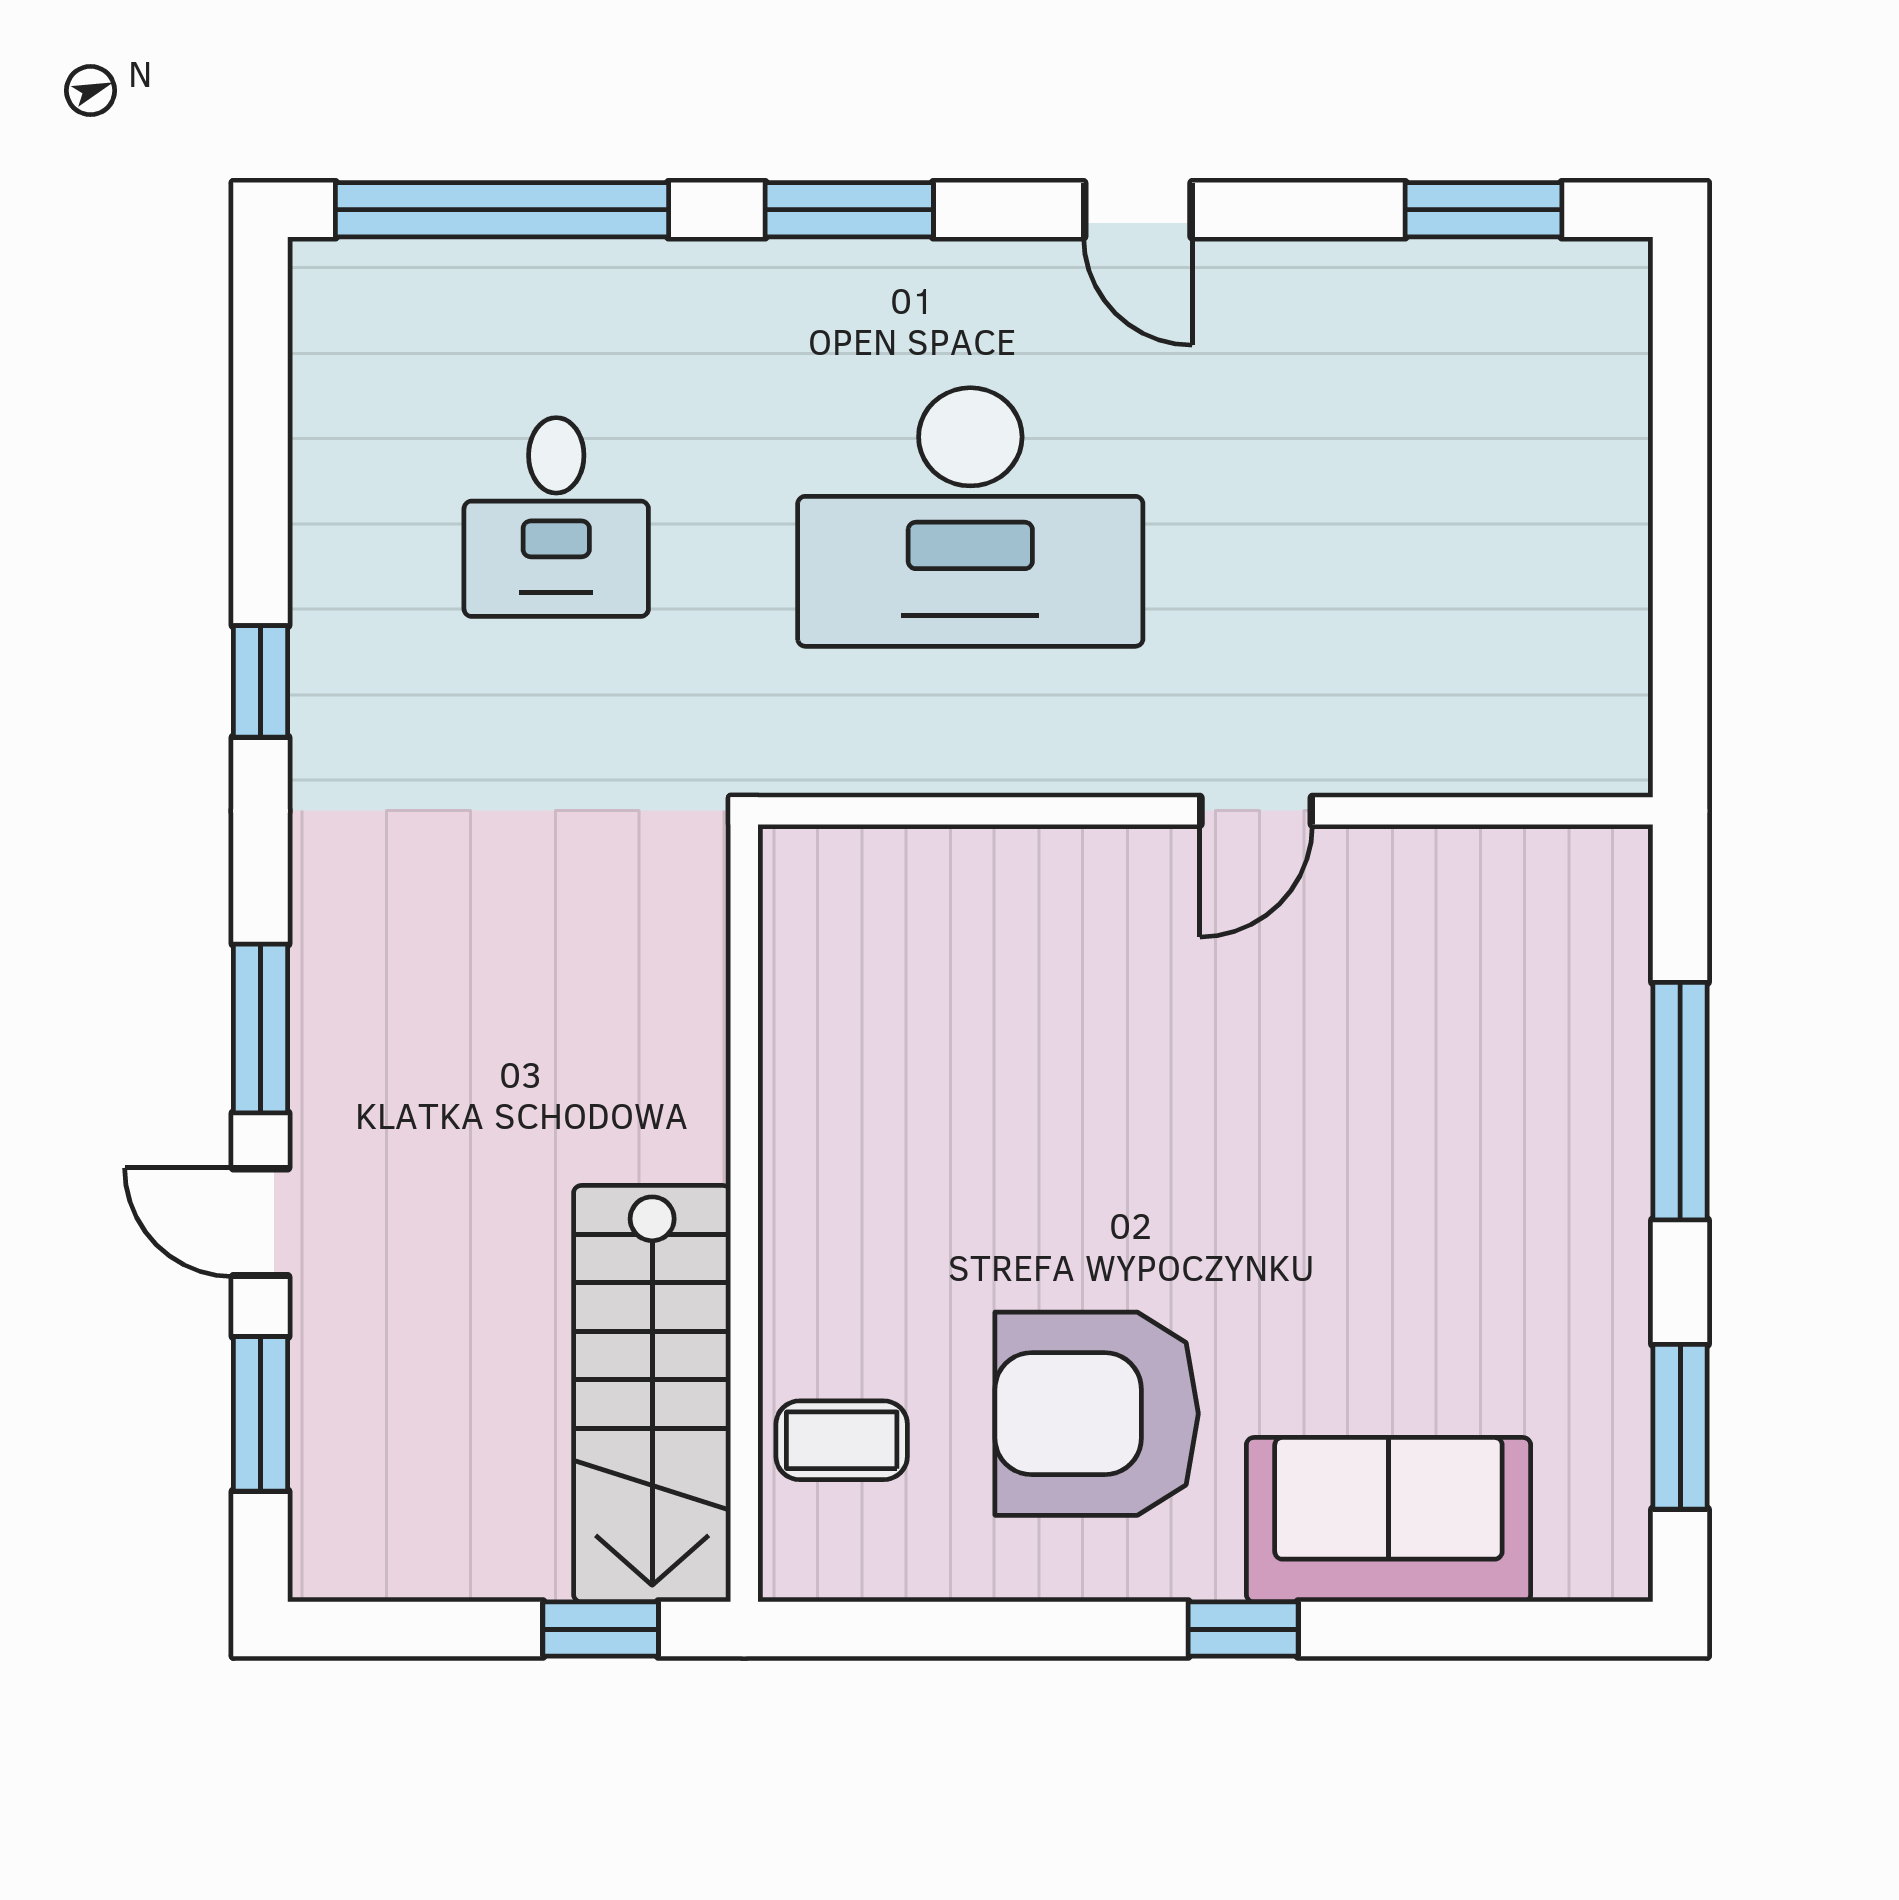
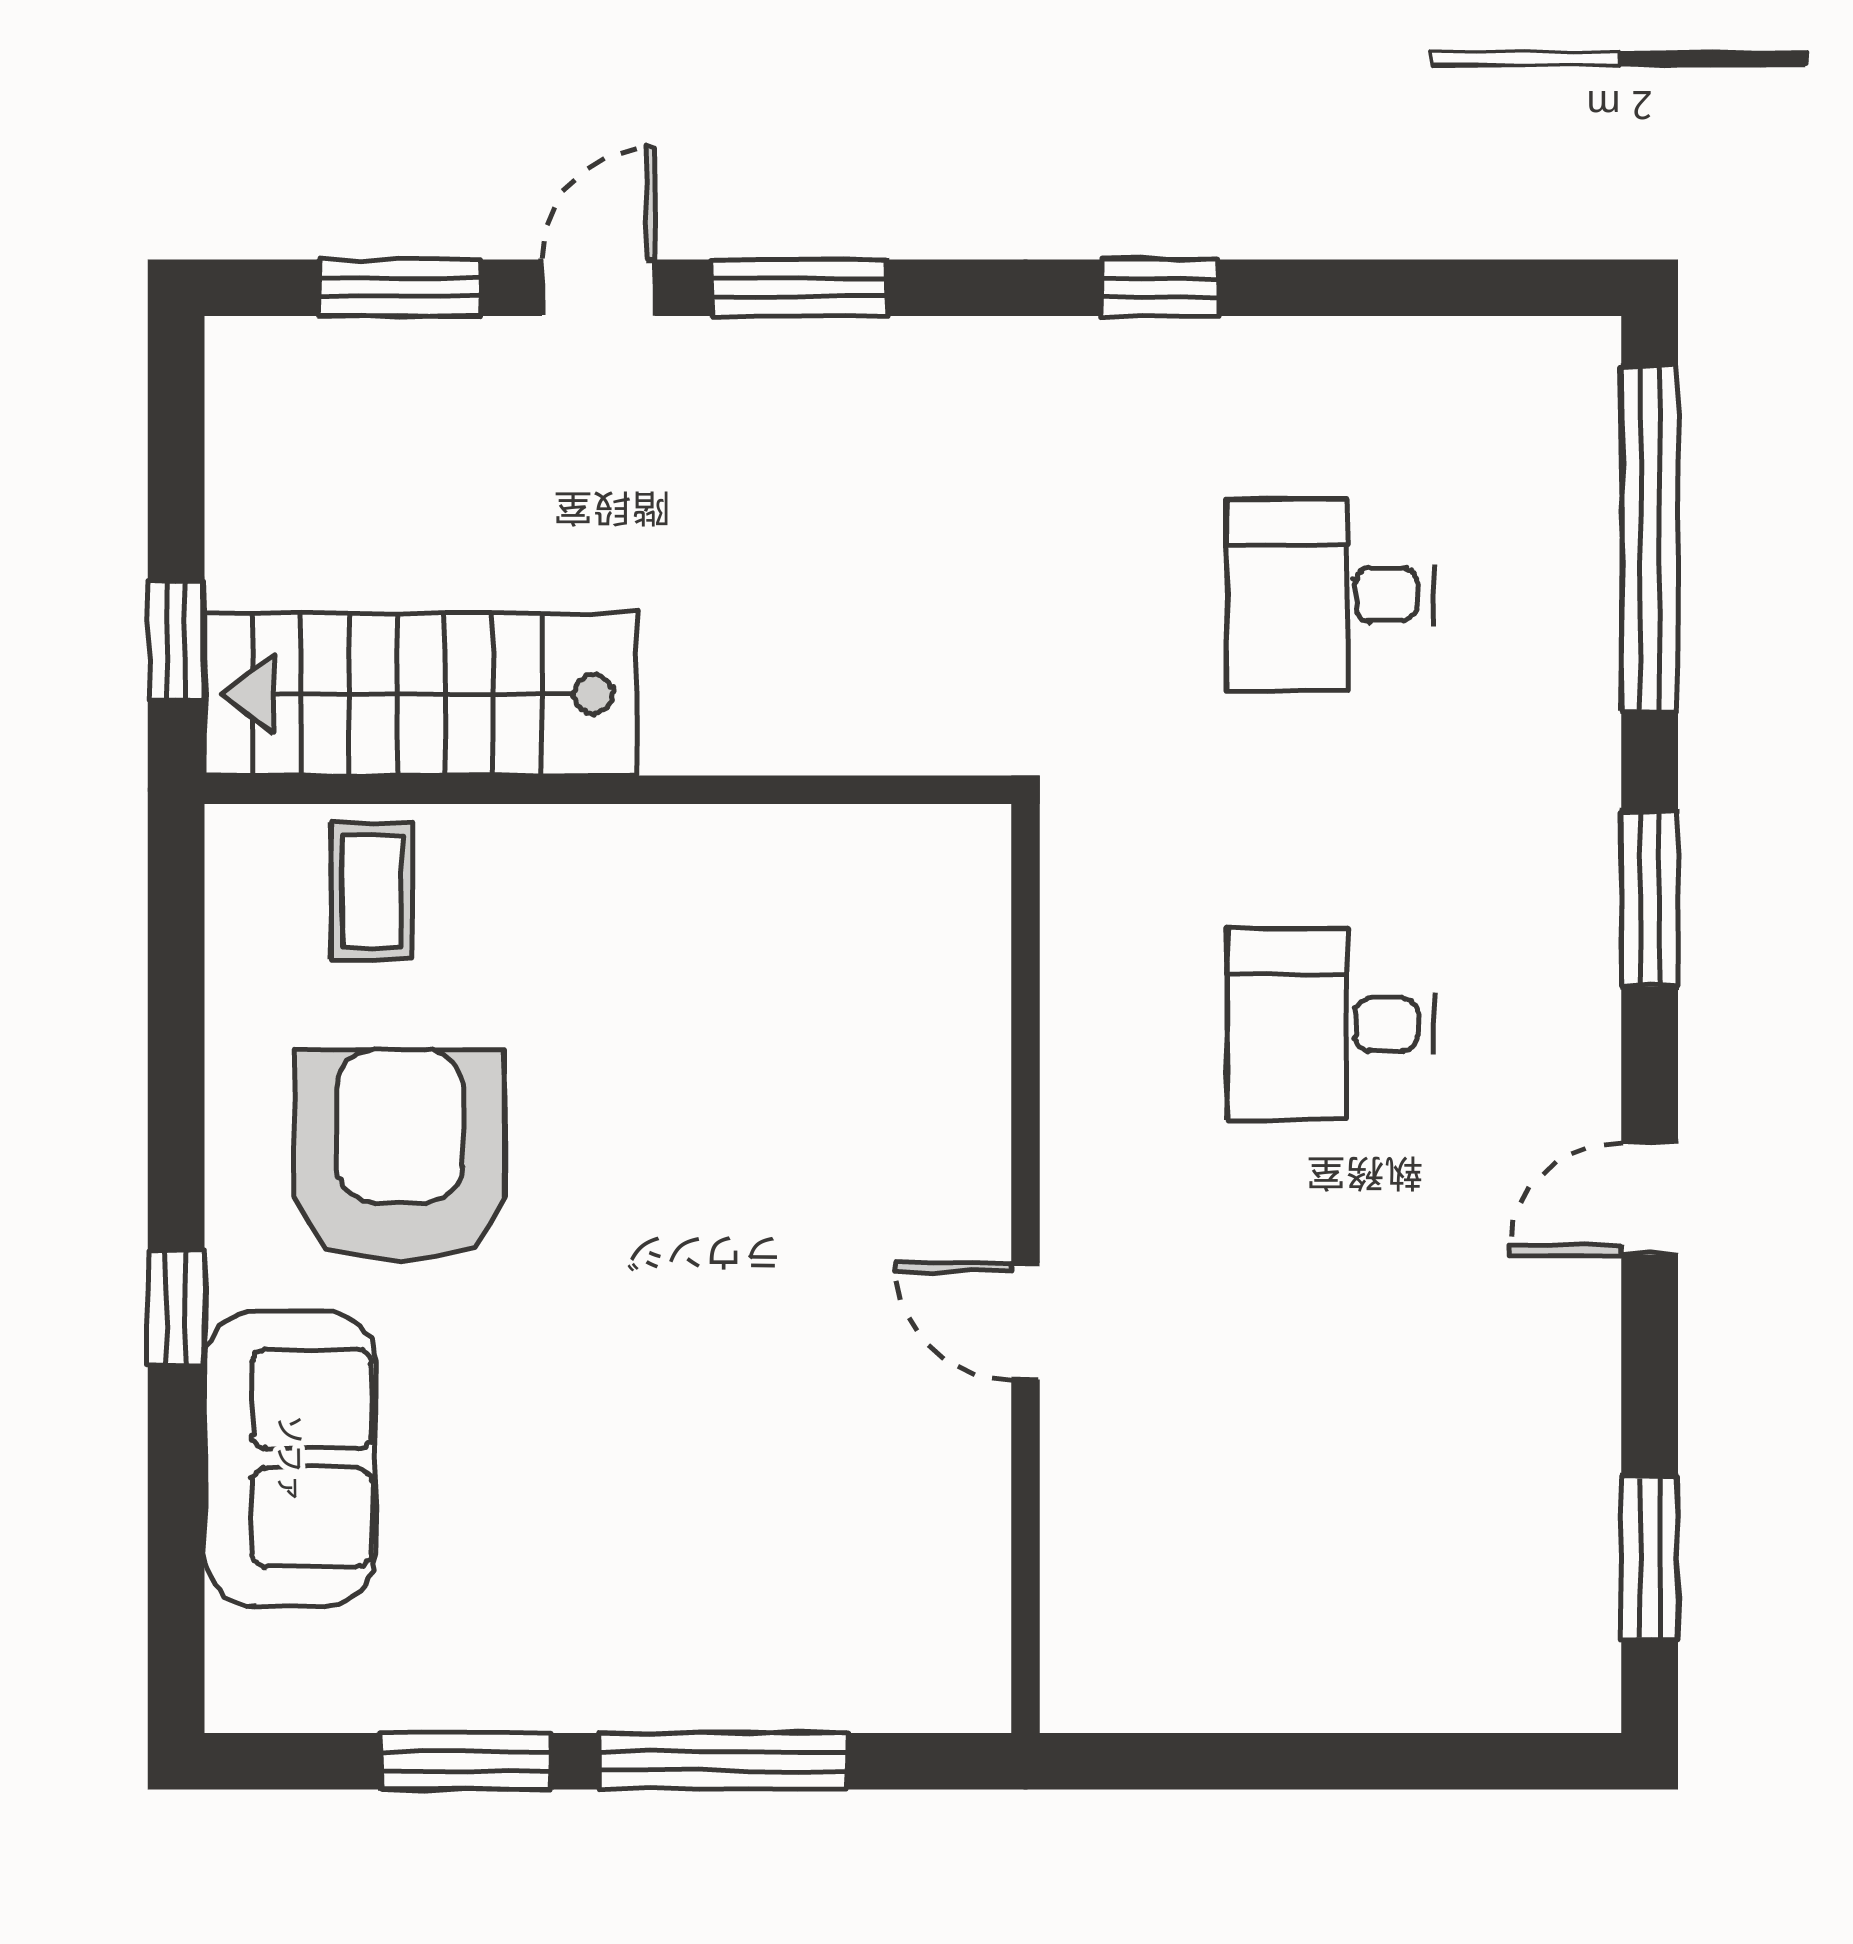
desk: (970, 517) -> (1331, 1024), width x0.53, depth x0.77
window: (1680, 1427) -> (466, 1761), moved

